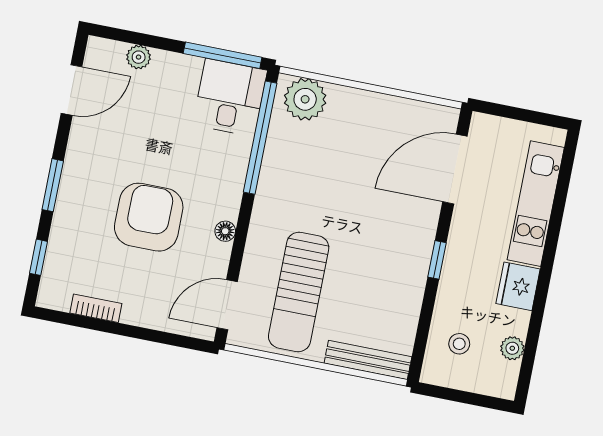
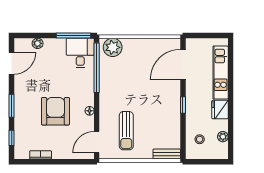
sun lounger: (299, 292) -> (126, 131), width x0.73, depth x0.75
bench: (368, 360) -> (167, 154), width x0.73

